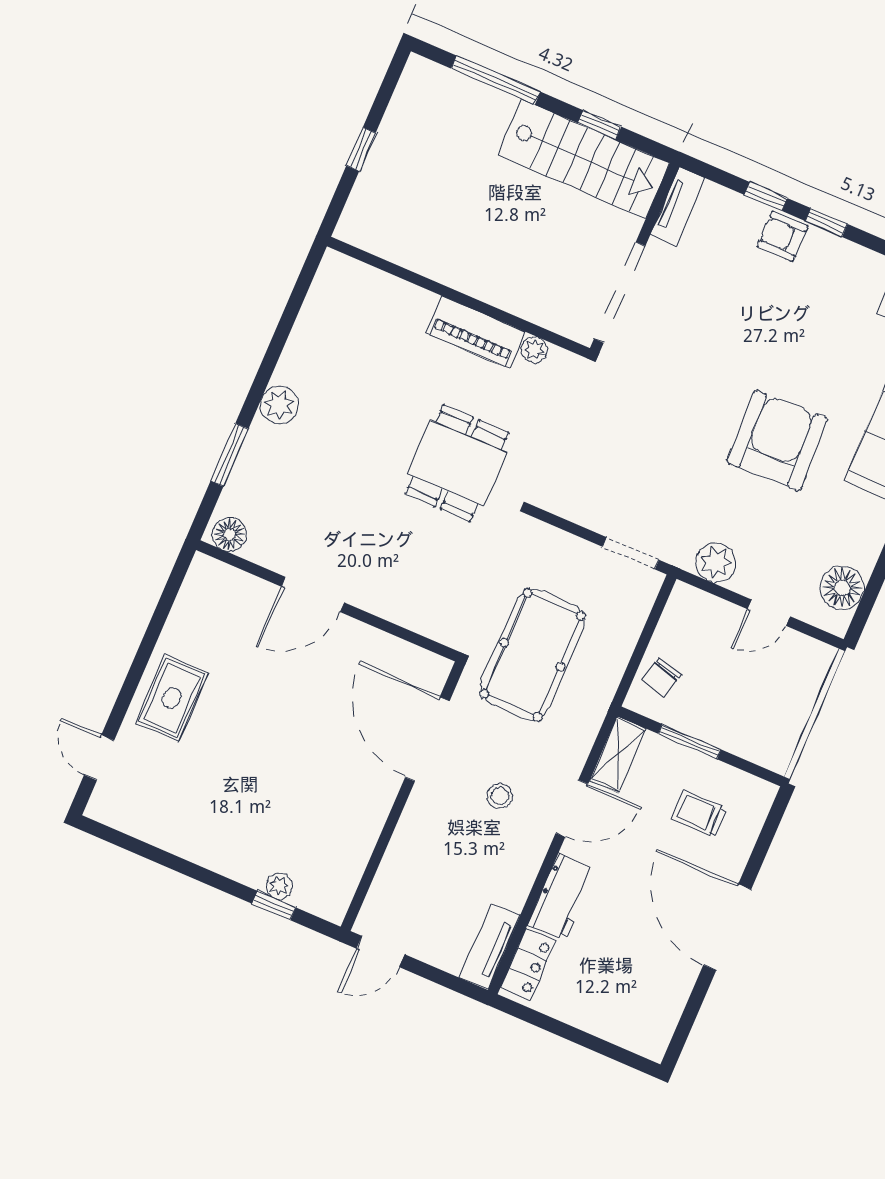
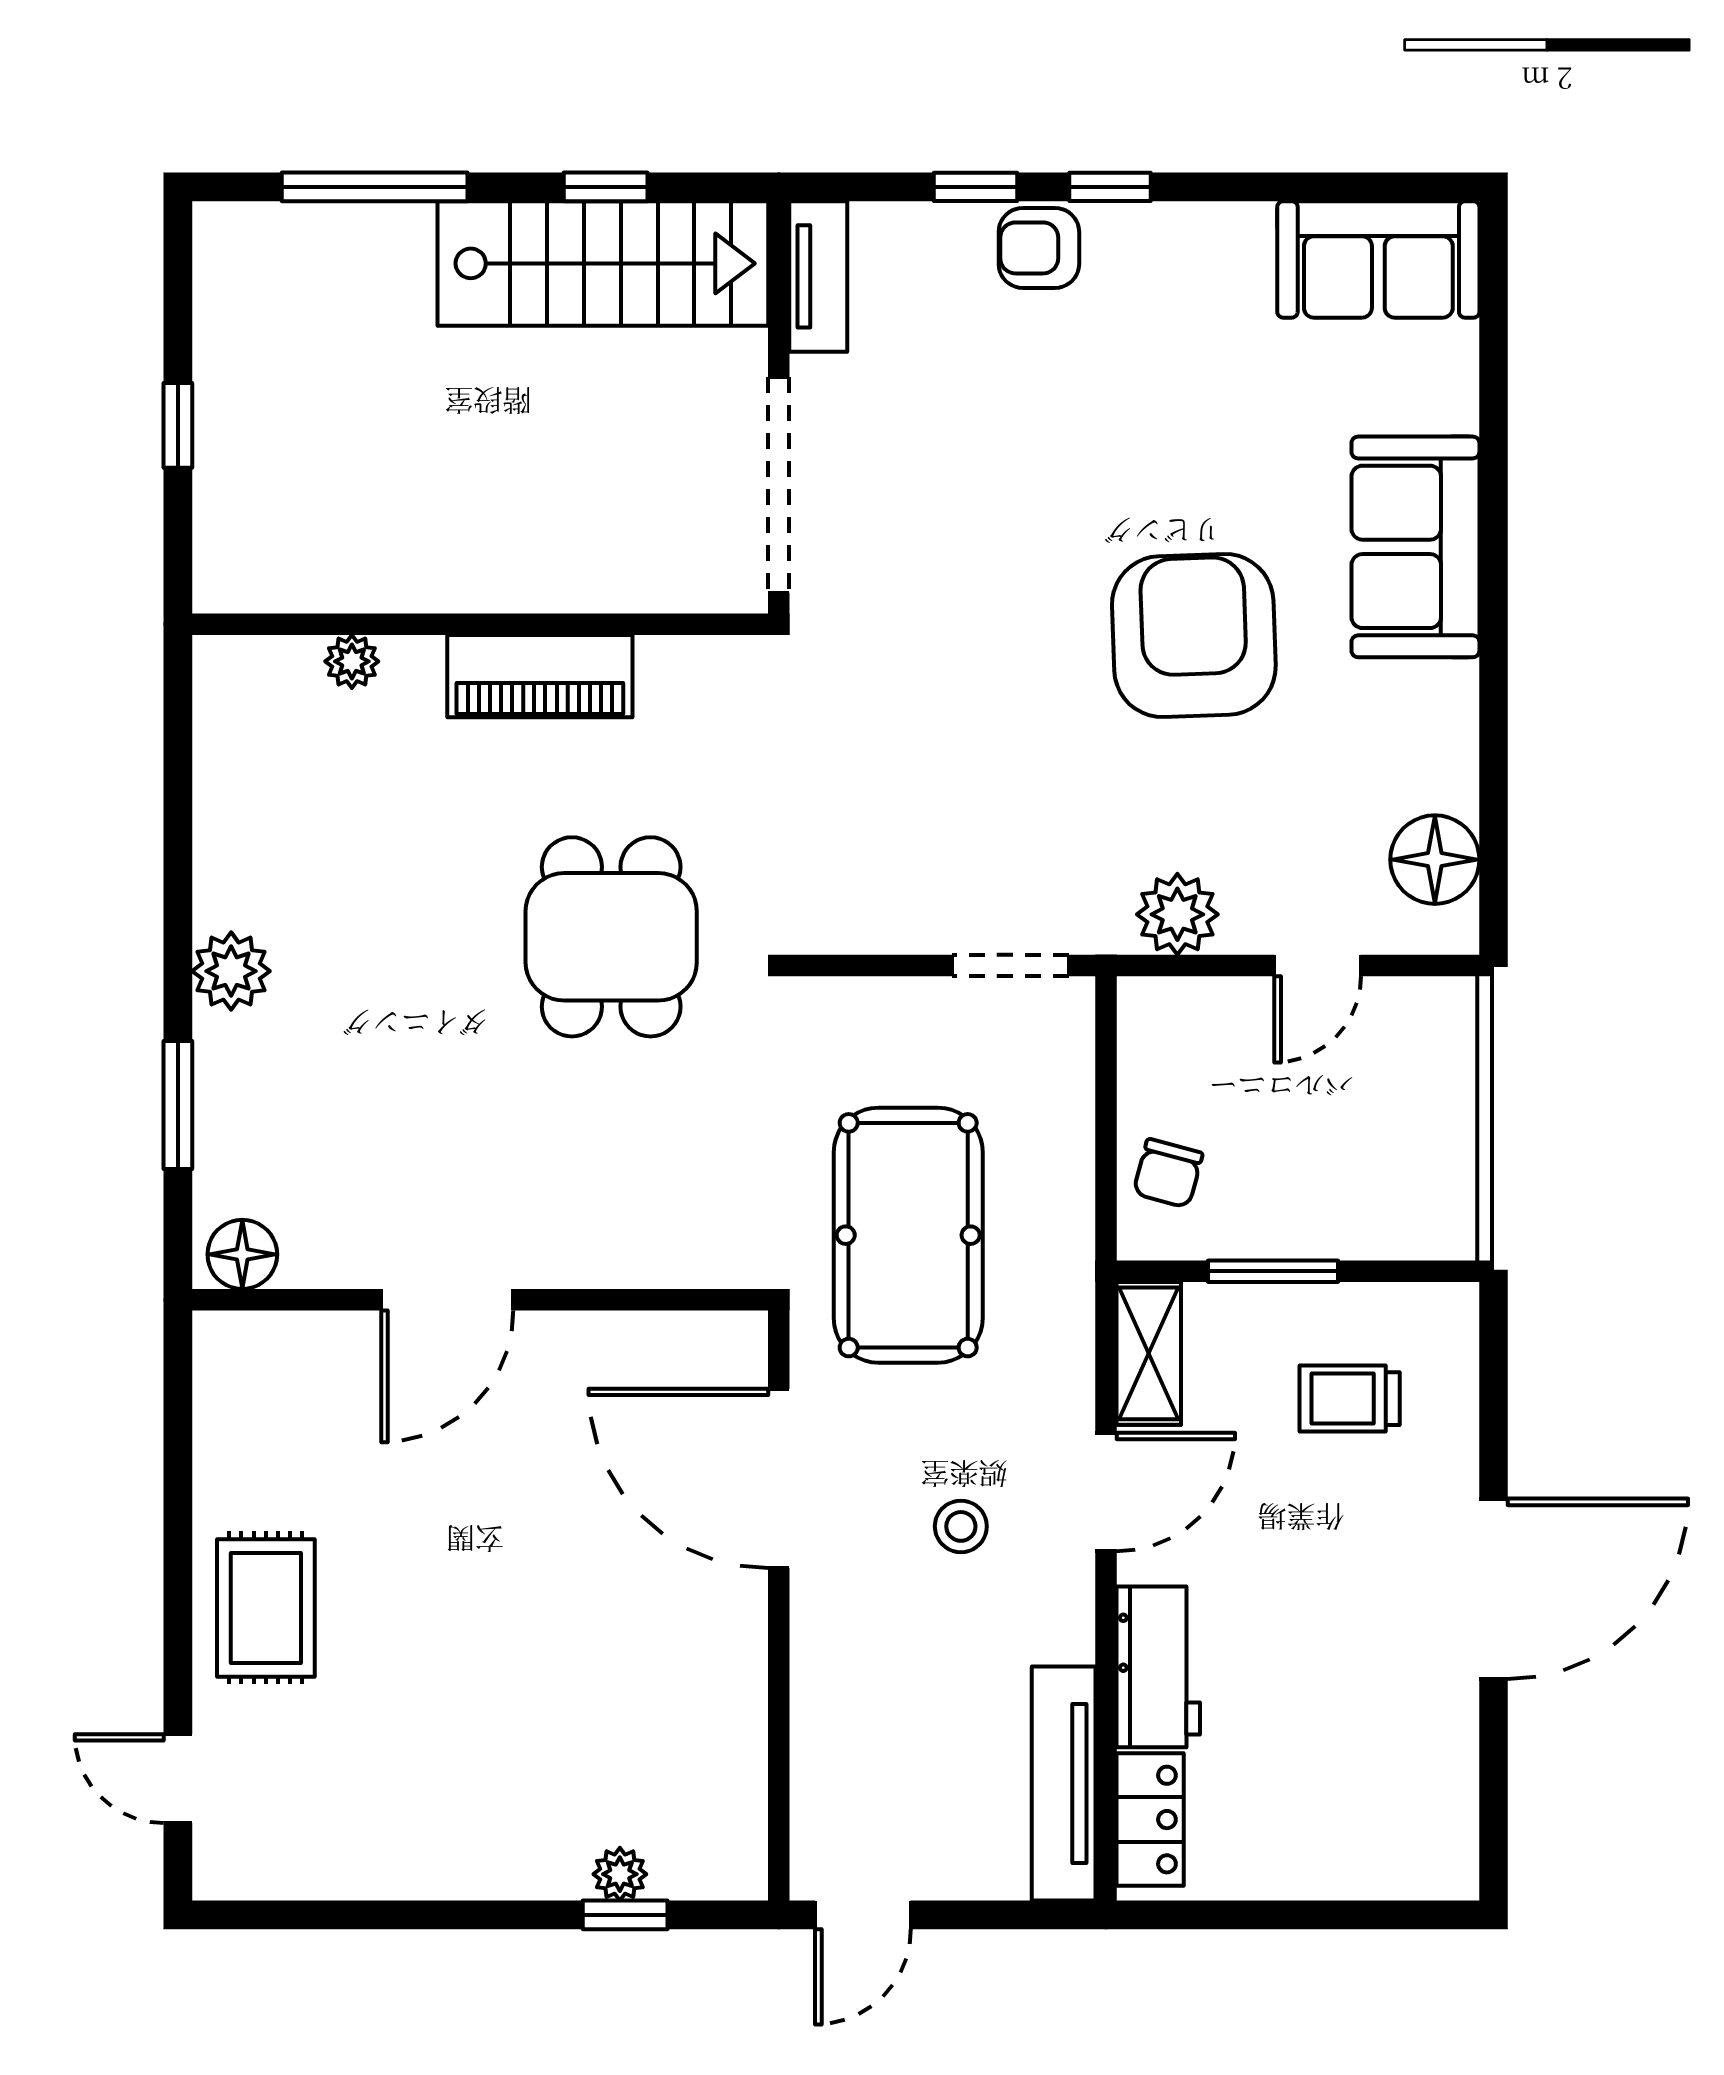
plant: (534, 350) -> (352, 661), moved
door: (727, 927) -> (1494, 1589), swing flipped
tv unit: (490, 947) -> (1064, 1783), width x1.41

